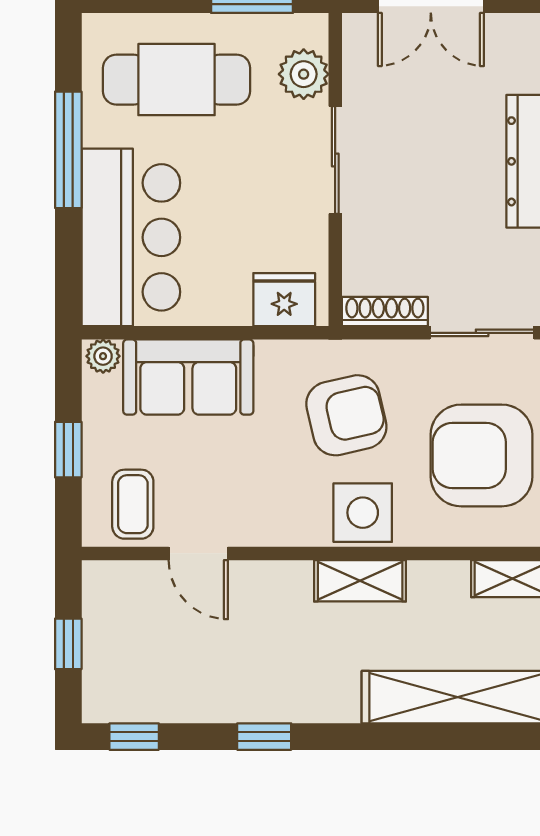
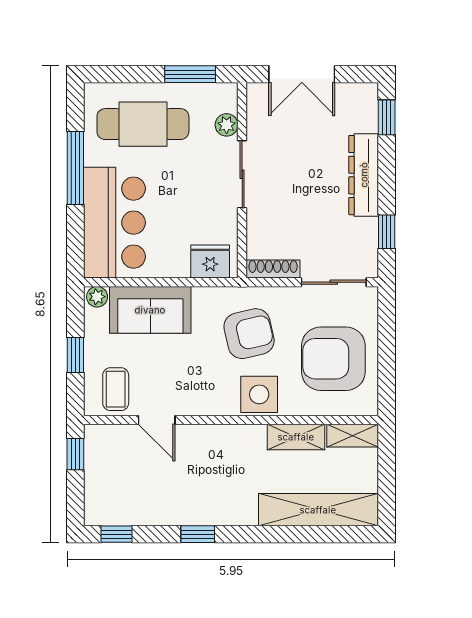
plant: (304, 74) -> (227, 125), width x0.73, depth x0.73
shelving: (360, 581) -> (296, 437), moved
window: (68, 644) -> (75, 454), moved

